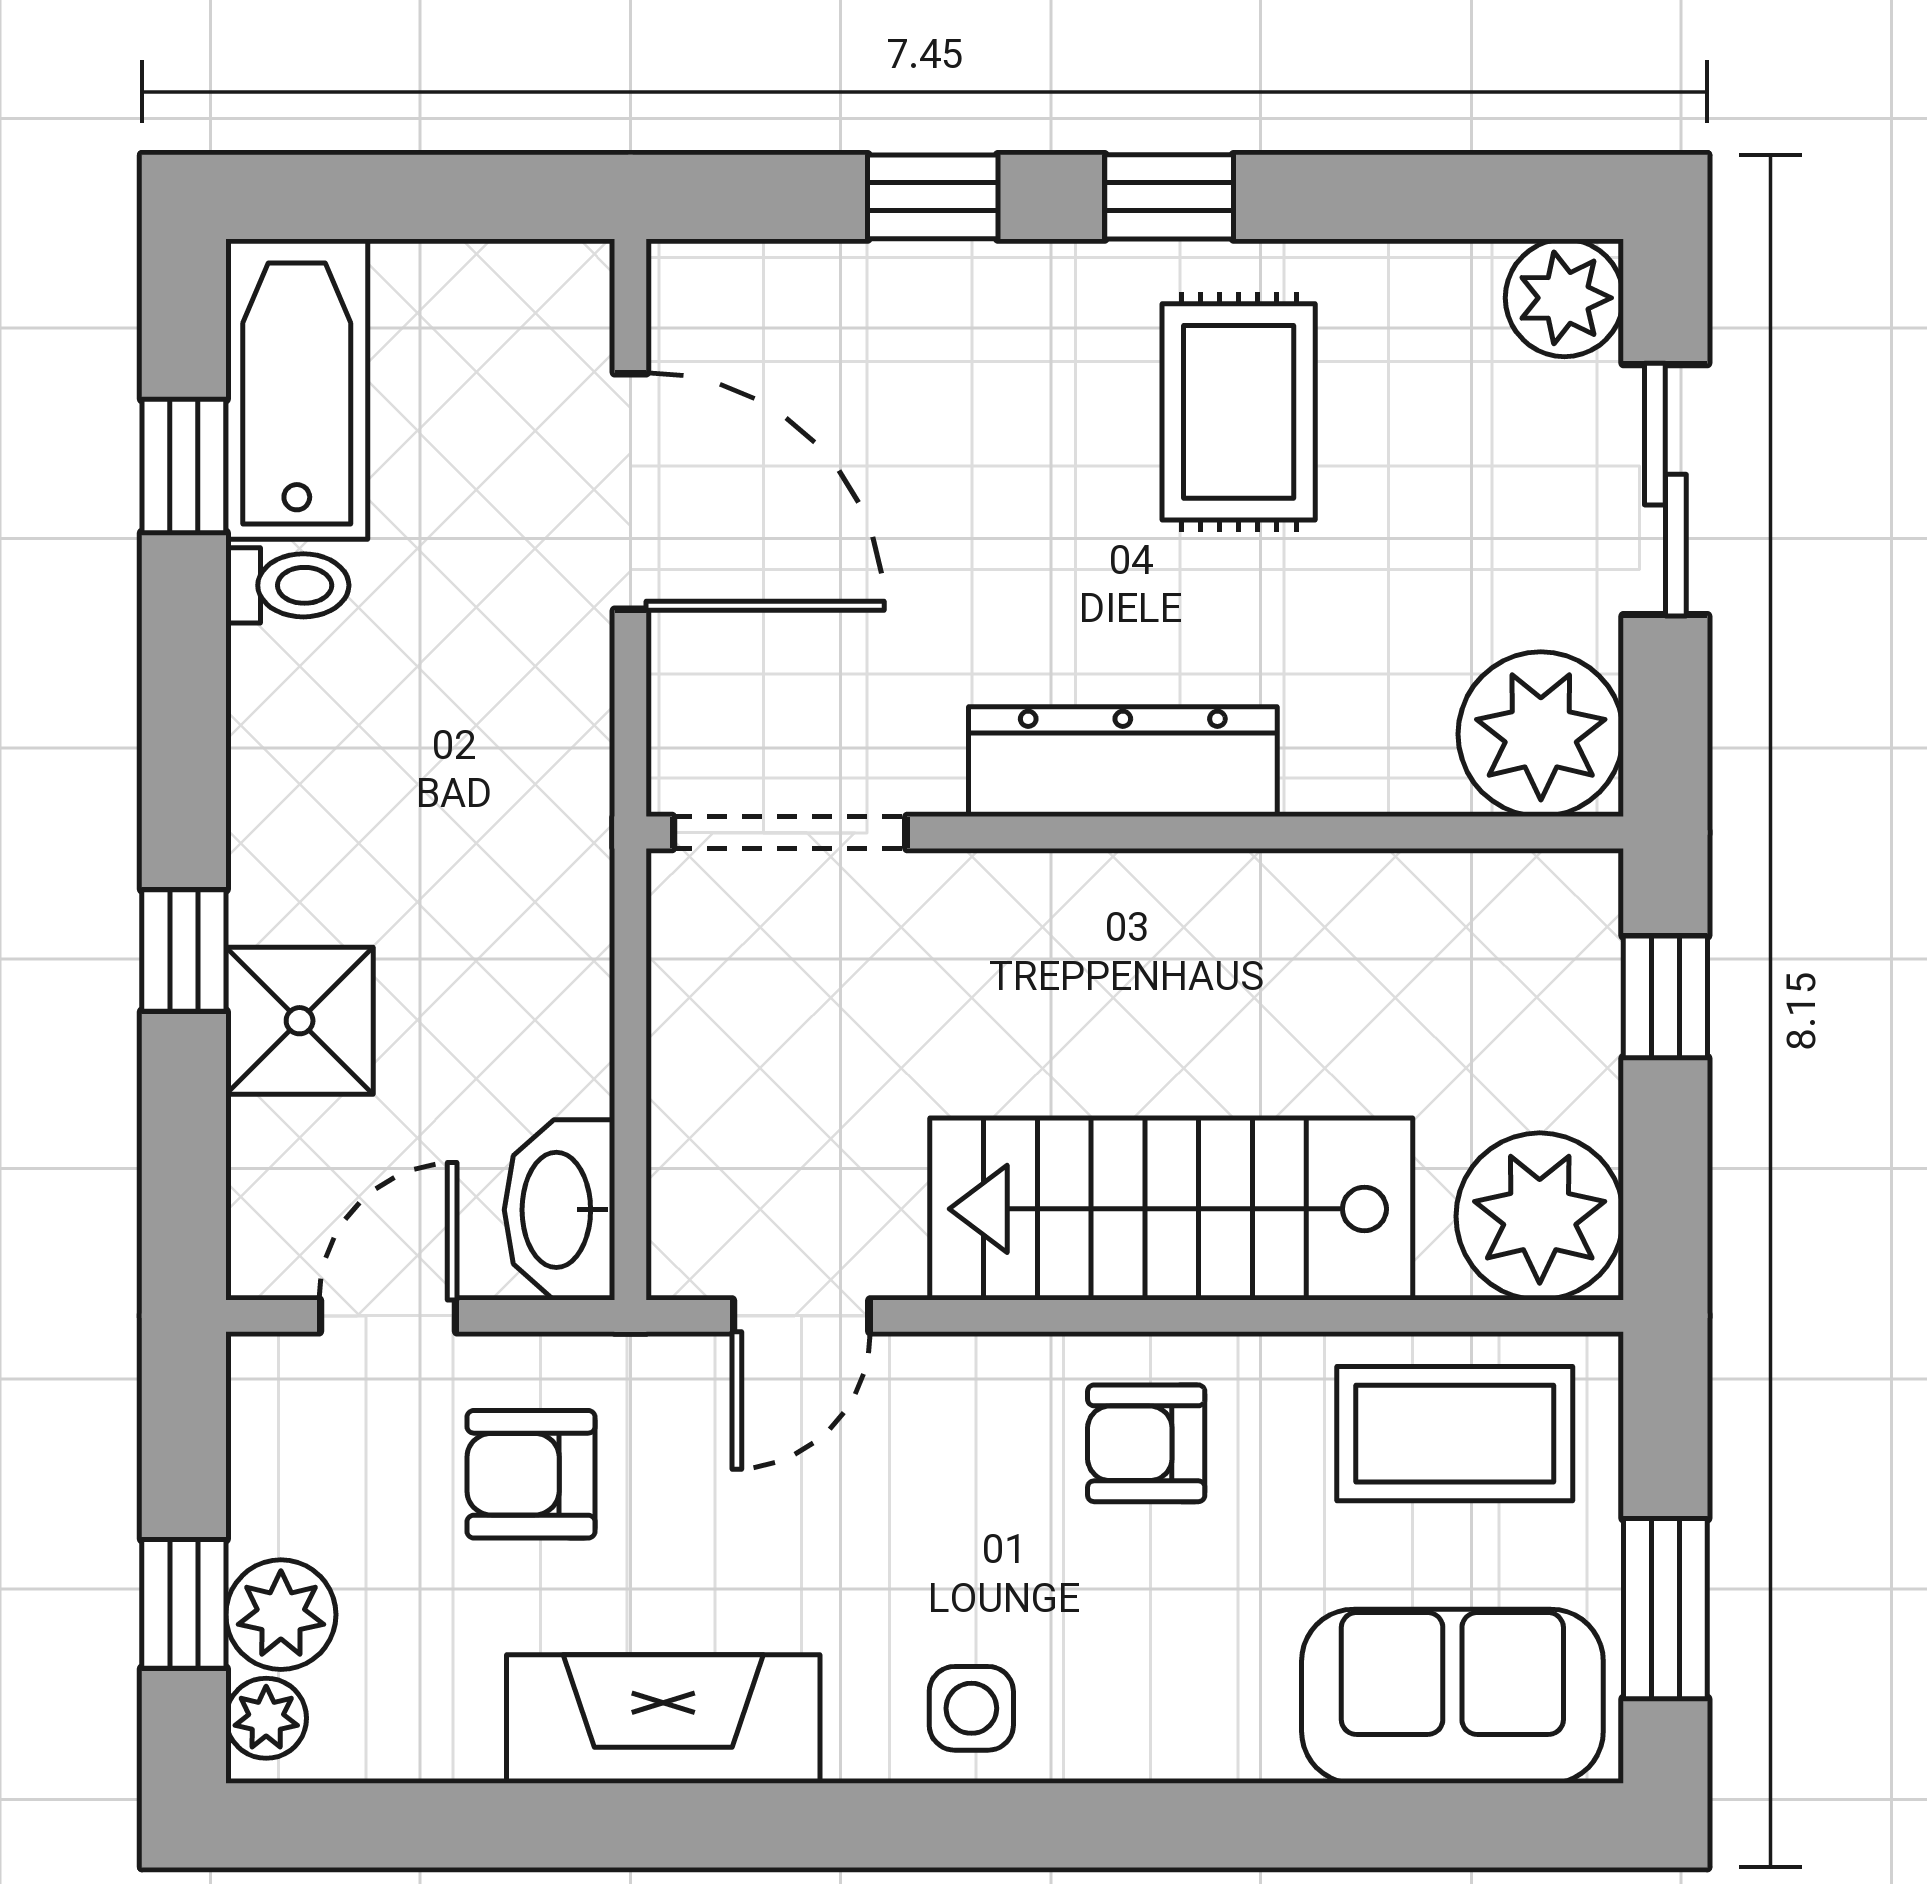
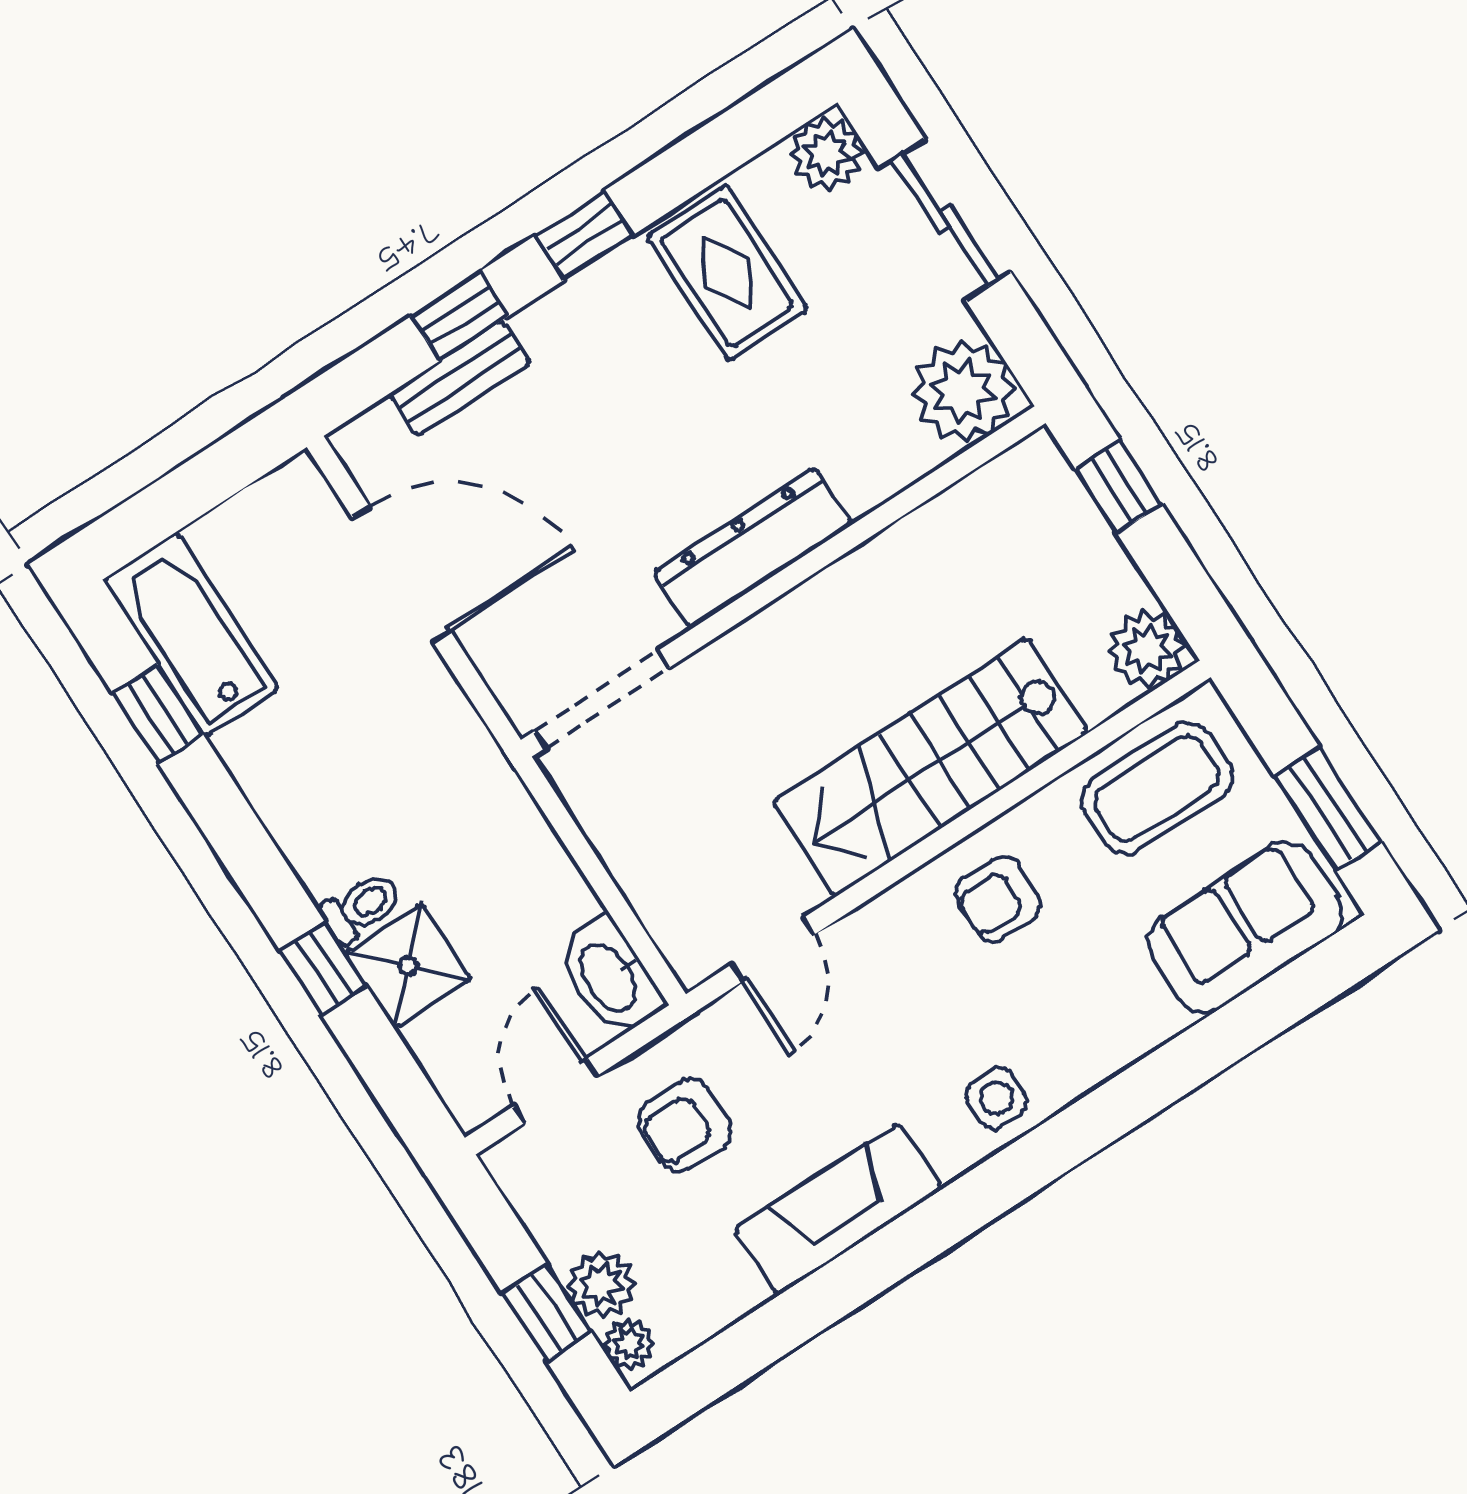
bench: (879, 280) -> (460, 378), added
rug: (1239, 412) -> (727, 273), moved
toilet: (287, 585) -> (361, 907), moved
plant: (1540, 1216) -> (1147, 649), width x0.73, depth x0.73

